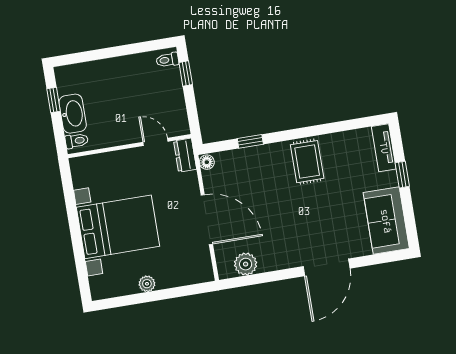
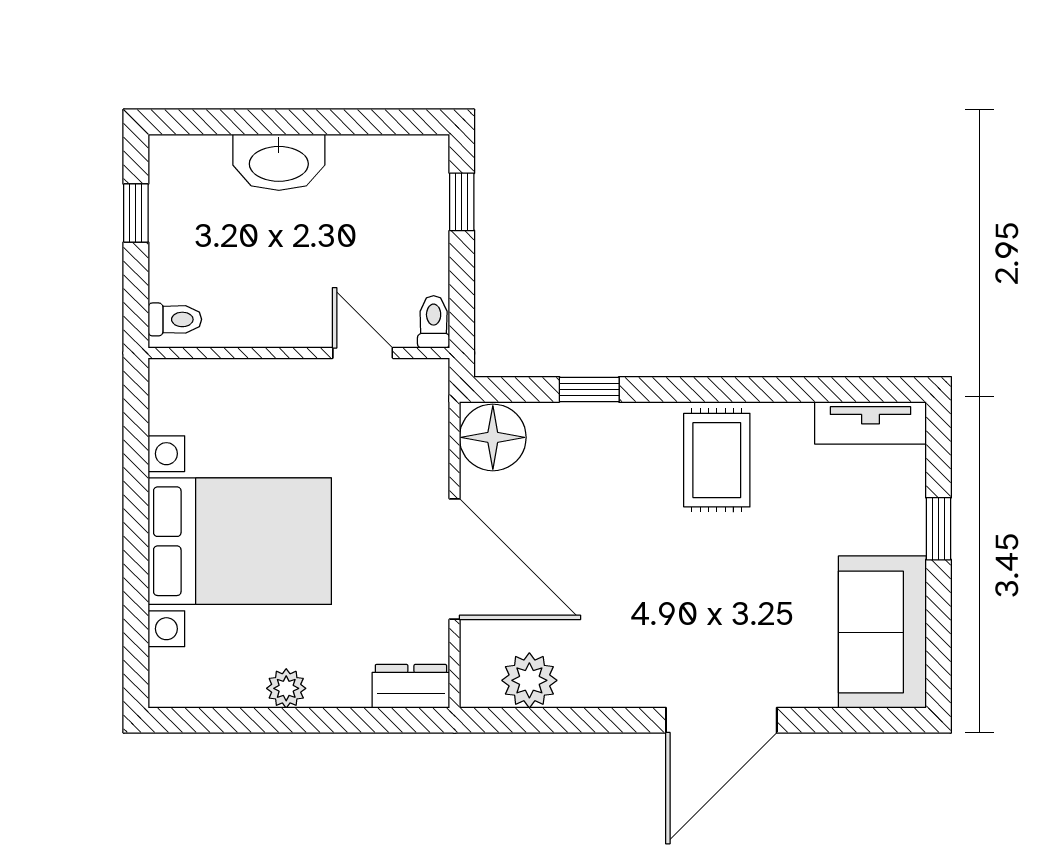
toilet: (167, 60) -> (434, 322), moved, turned 90
washbasin: (73, 114) -> (279, 162), moved, turned 90
tv unit: (384, 148) -> (871, 423), moved, turned -90
dresser: (185, 155) -> (411, 686), moved, turned 90
floor lamp: (207, 162) -> (493, 437), width x1.89, depth x1.89

